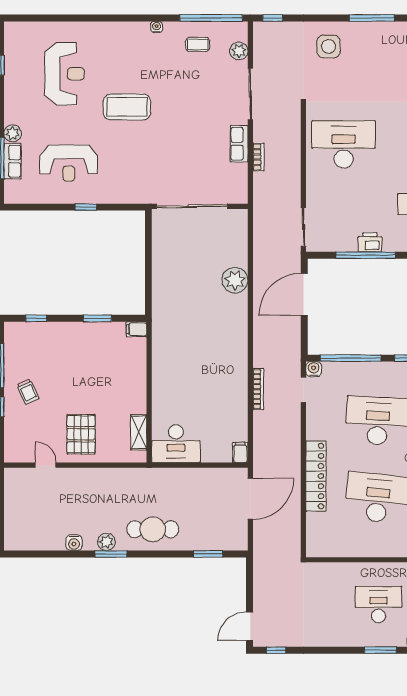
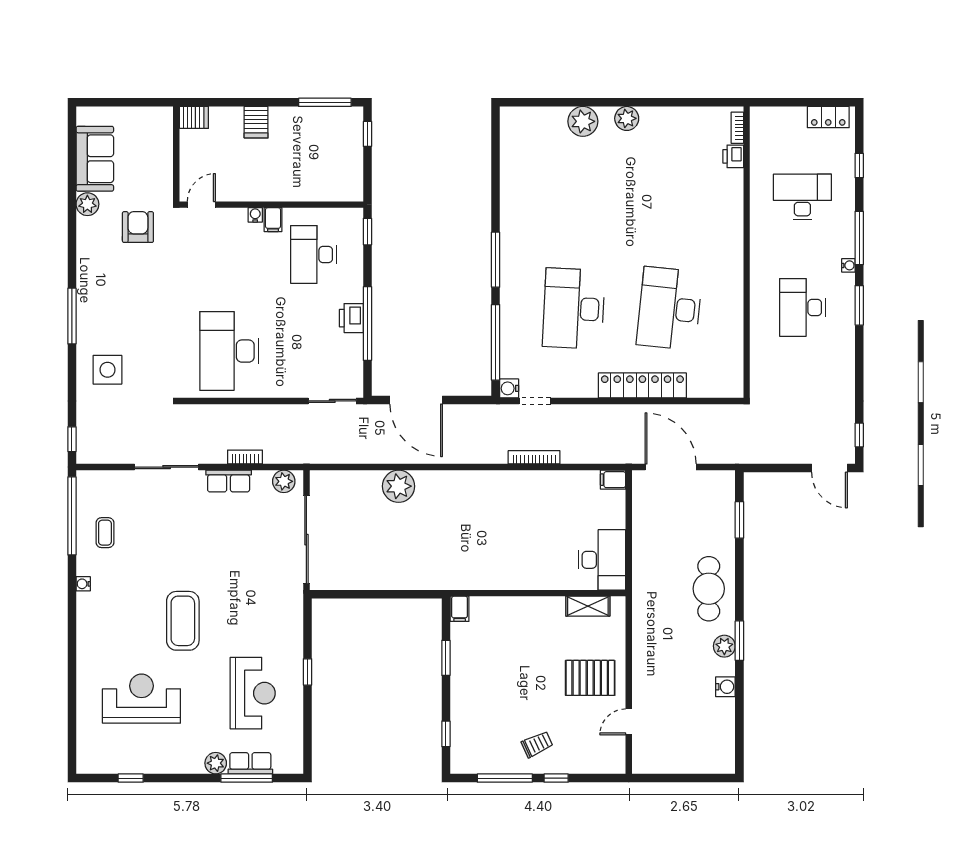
plant: (239, 51) -> (284, 481), moved

